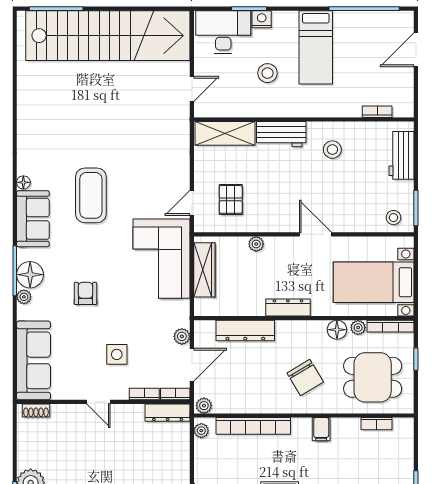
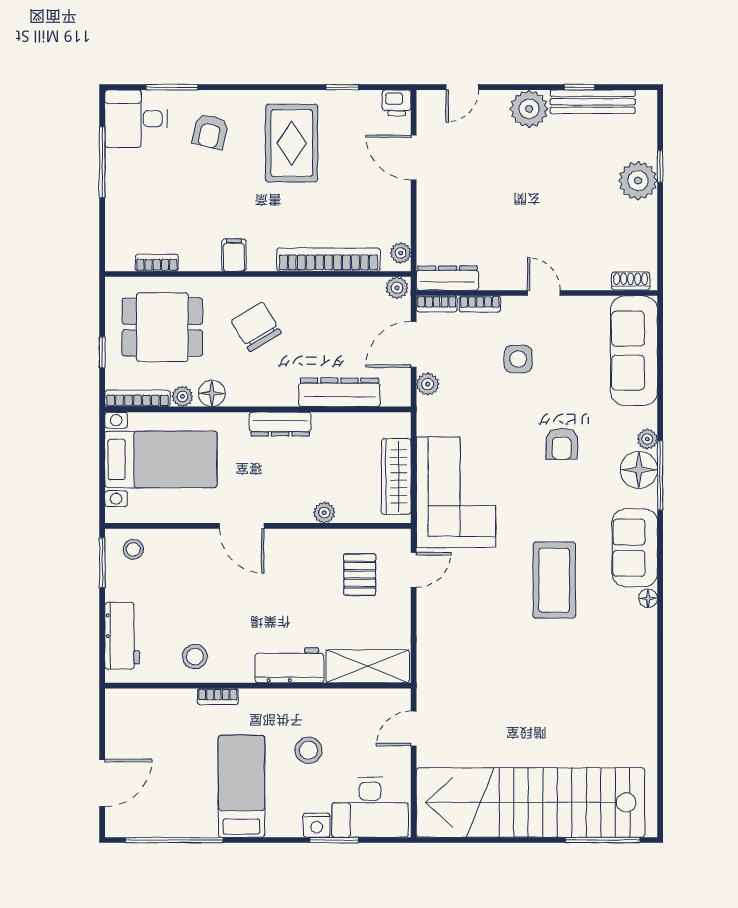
bookcase: (377, 112) -> (218, 697), moved
stool: (332, 150) -> (195, 657), moved

